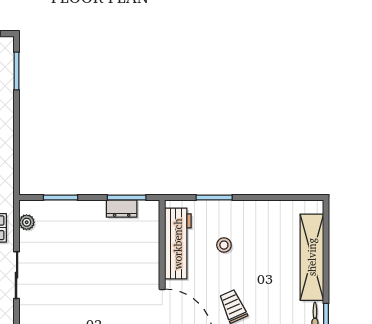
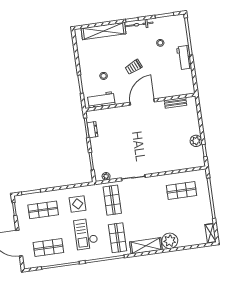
workbench: (178, 244) -> (101, 100), width x0.73

